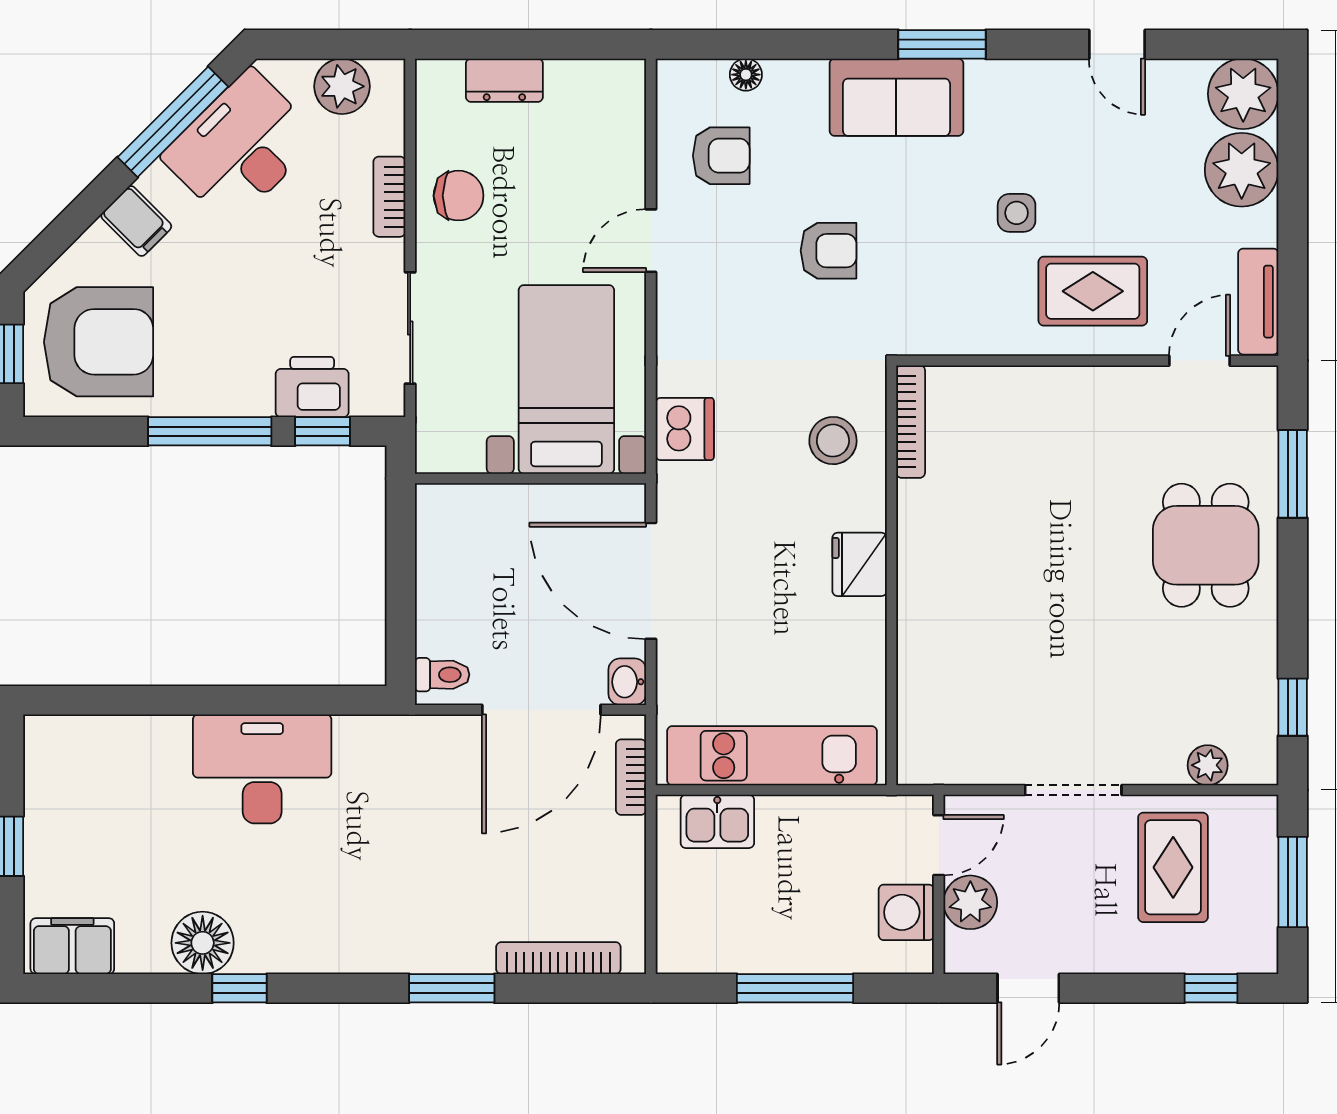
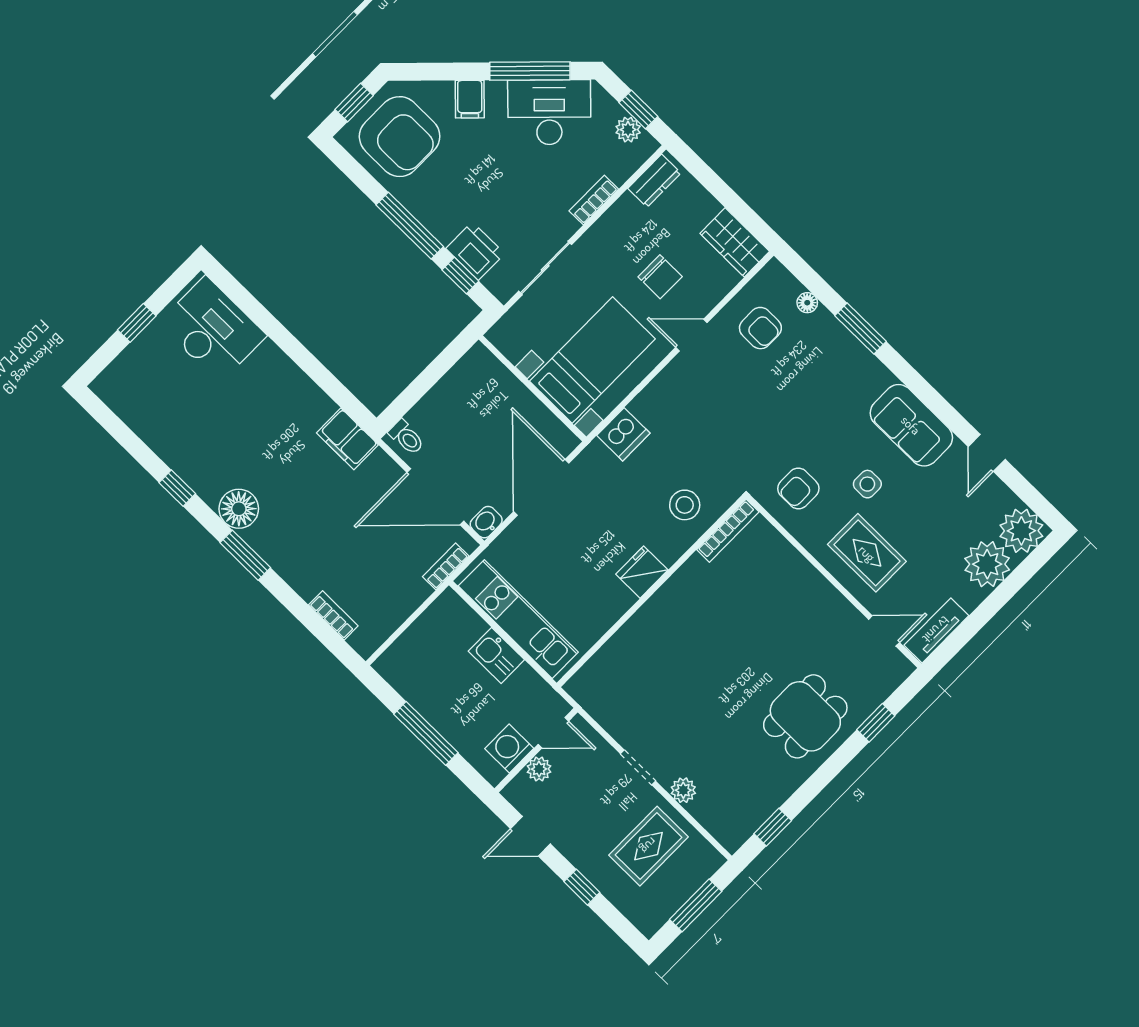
window: (339, 44) -> (638, 109), added
window: (942, 44) -> (861, 329), moved
dresser: (504, 80) -> (654, 181), moved, turned -90
plant: (342, 86) -> (628, 130), width x0.73, depth x0.73
wardrobe: (596, 87) -> (735, 242), added
sofa: (896, 97) -> (911, 425), moved
chair: (459, 196) -> (660, 277), moved
armchair: (829, 251) -> (798, 488), moved, turned 90
window: (1293, 474) -> (876, 723), width x0.67
plant: (1208, 765) -> (683, 790), moved
desk: (262, 769) -> (213, 329), moved
doorway: (1073, 790) -> (638, 767), width x0.73
kitchen sink: (717, 821) -> (496, 655), moved
plant: (970, 902) -> (539, 769), width x0.73, depth x0.73
floor lamp: (203, 943) -> (239, 509), moved
filing cabinet: (72, 946) -> (347, 439), moved, turned 180
bookcase: (558, 958) -> (333, 615), width x0.64
window: (452, 988) -> (245, 555), moved
window: (1211, 988) -> (582, 887), moved

